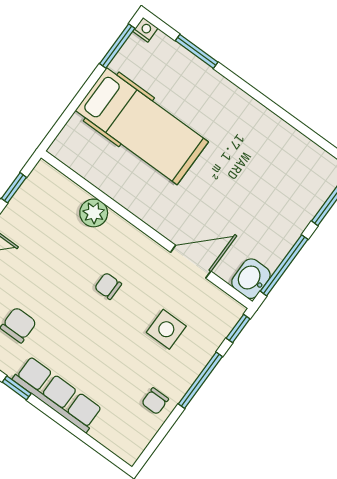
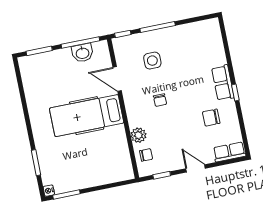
hospital bed: (142, 126) -> (87, 116), moved, turned -90
washbasin: (251, 279) -> (82, 53), moved
row of seats: (57, 394) -> (223, 83), width x0.68
chair: (155, 401) -> (146, 155), moved

